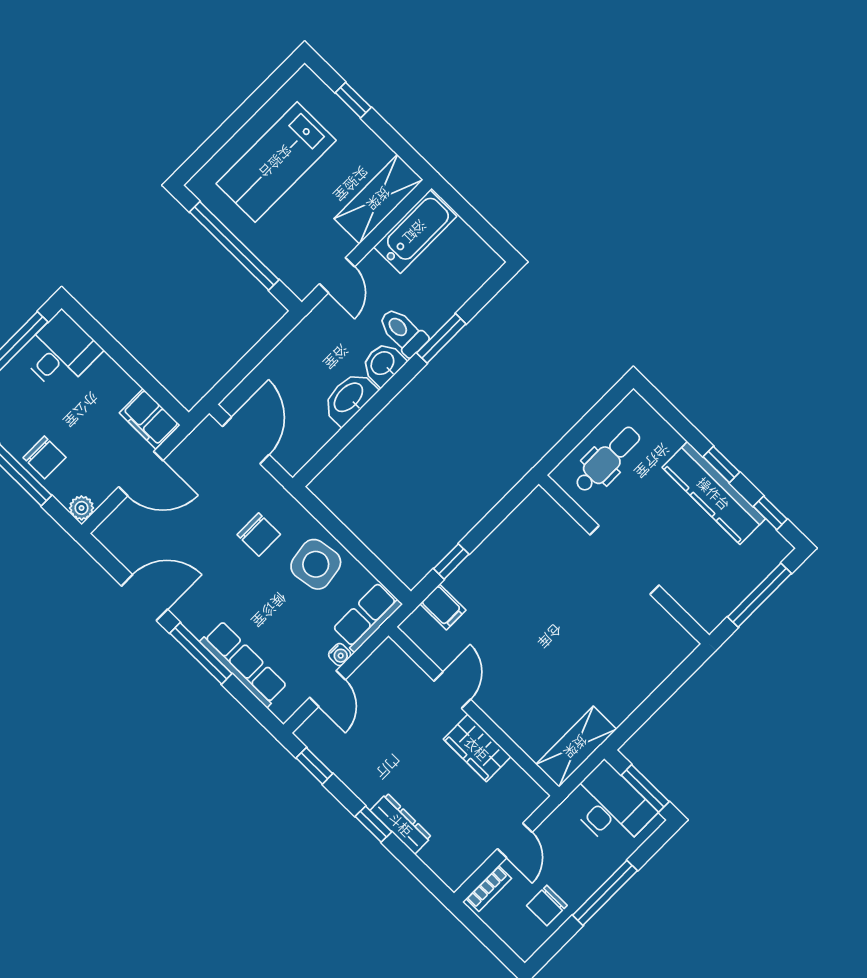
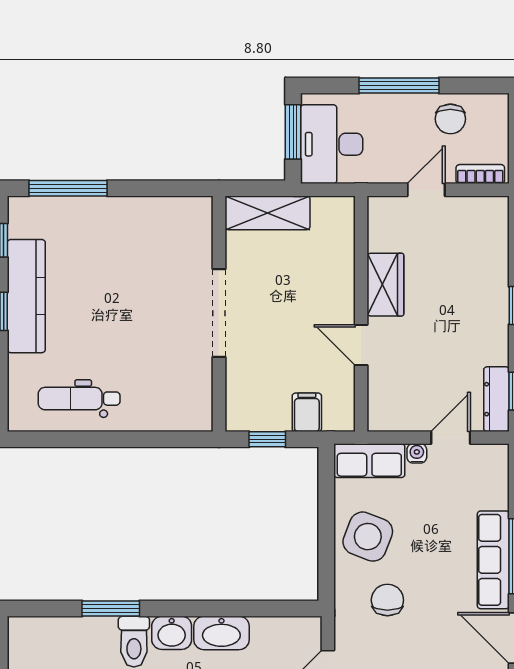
wall: (624, 559) -> (219, 314), moved
doorway: (625, 560) -> (219, 313), moved
side table: (316, 564) -> (368, 537), turned 30
row of seats: (244, 664) -> (493, 560), moved
door: (452, 690) -> (361, 345), hinge flipped
shelving: (576, 747) -> (267, 213), moved
dresser: (401, 824) -> (496, 399), moved
chair: (547, 905) -> (450, 119), turned 90

